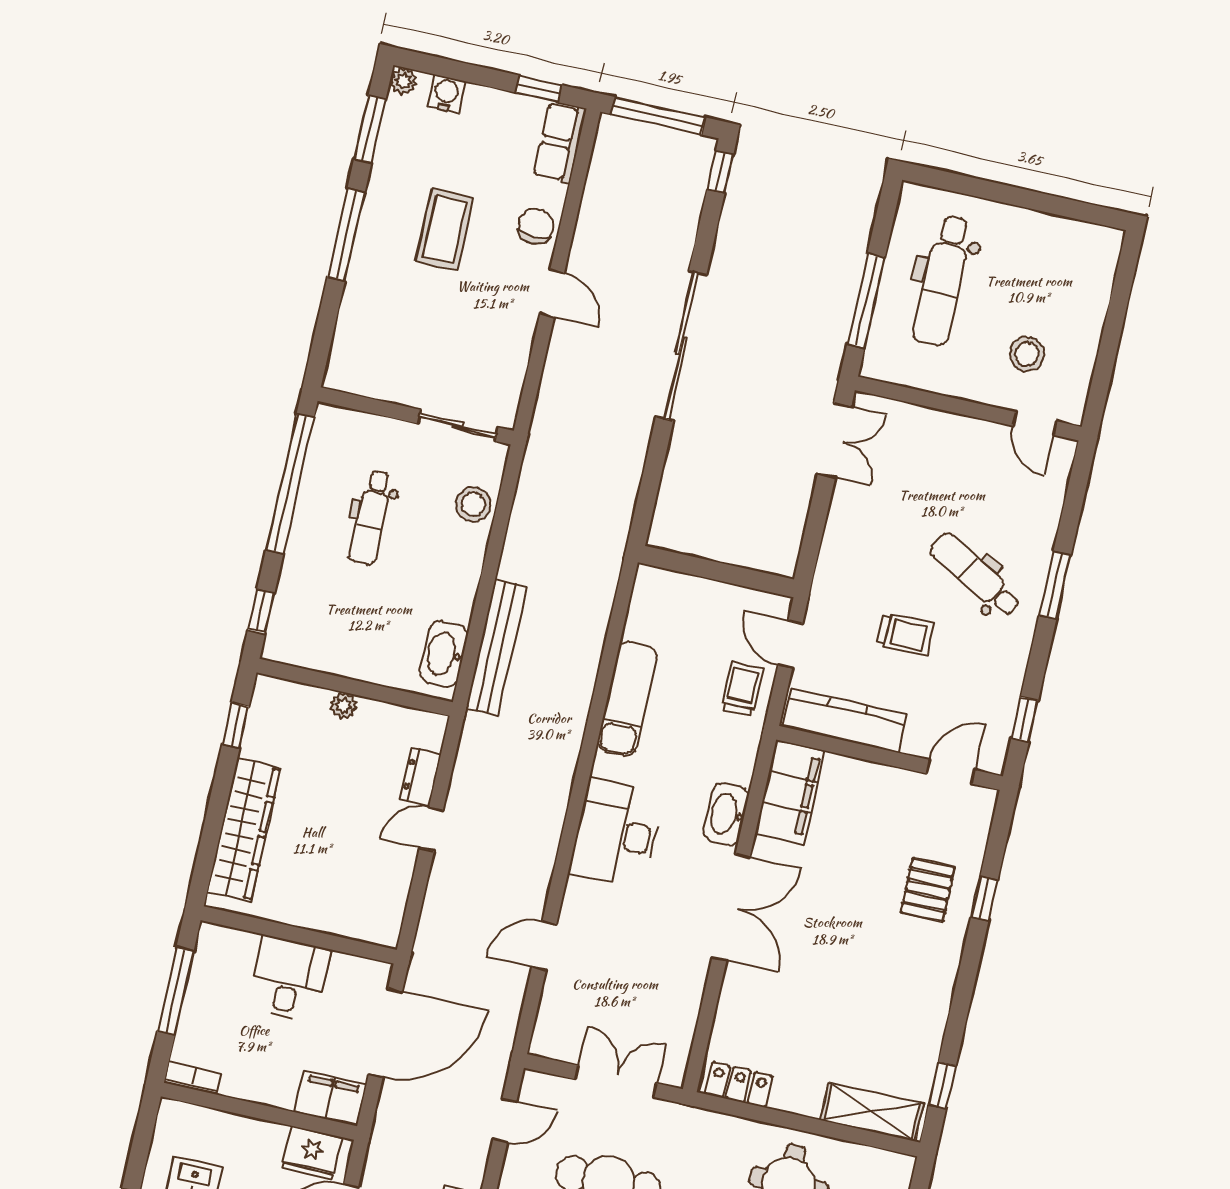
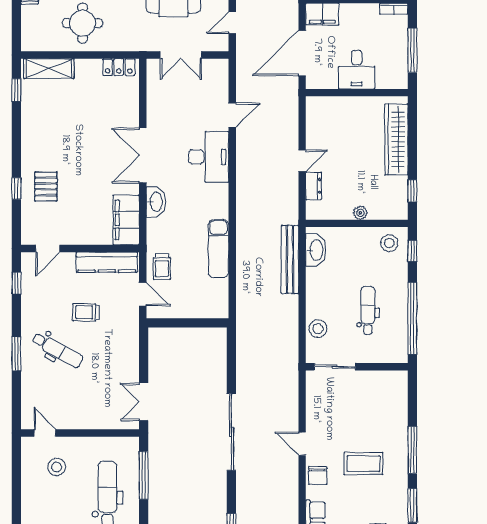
coffee table: (444, 230) -> (363, 464), turned 90
stool: (301, 636) -> (389, 243), added
desk: (616, 833) -> (209, 157), moved

